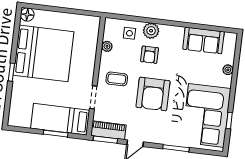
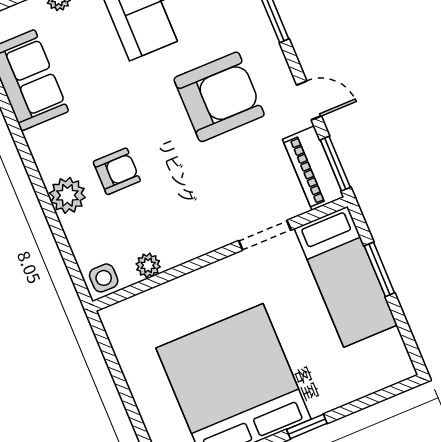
side table: (129, 33) -> (104, 278), moved
coffee table: (117, 79) -> (202, 209), removed
armchair: (153, 94) -> (219, 97), moved

